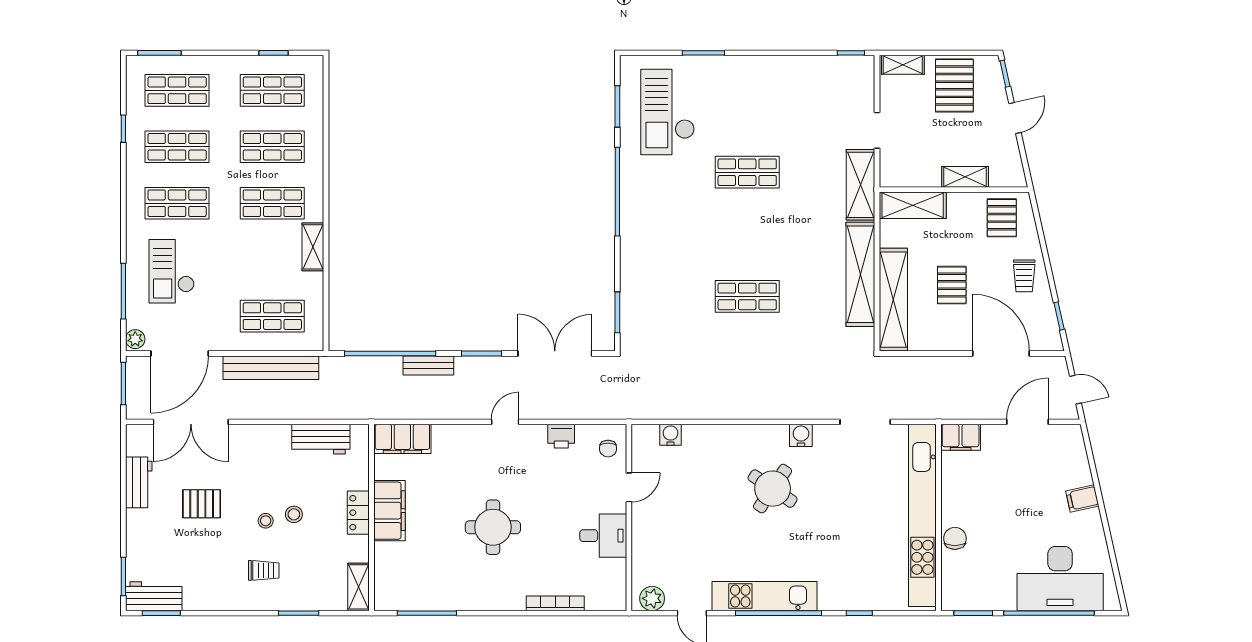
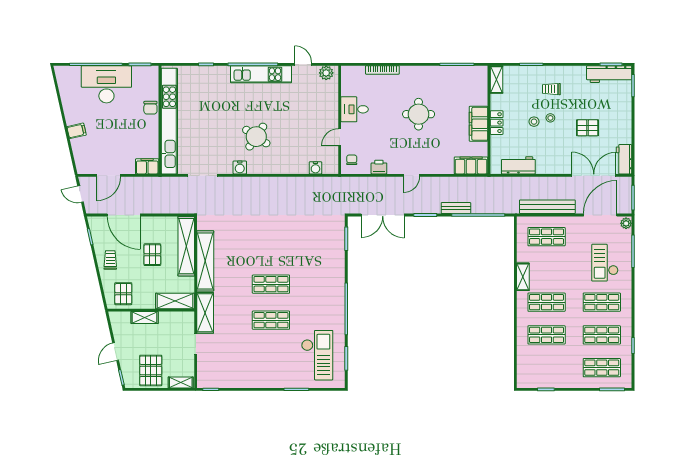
shop shelf: (272, 90) -> (547, 368), removed
checkout: (172, 271) -> (605, 263), turned 180
shop shelf: (747, 296) -> (271, 284), moved
workbench: (139, 482) -> (624, 159), moved
desk: (1060, 579) -> (106, 84), moved
workbench: (154, 596) -> (609, 74), width x1.38

